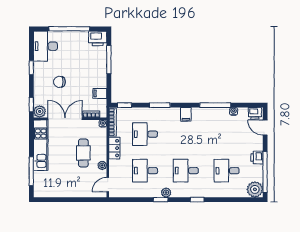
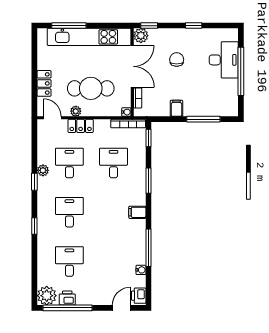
printer: (98, 38) -> (229, 106), removed
desk: (45, 46) -> (224, 60), moved, turned 90
filing cabinet: (100, 93) -> (176, 108), moved
kitchen unit: (41, 145) -> (89, 37), width x1.36
locker: (114, 148) -> (81, 126), moved
cafe table: (83, 153) -> (91, 88), width x1.37, depth x1.35
printer: (257, 157) -> (67, 298), moved
locker: (79, 192) -> (44, 83), added
plant: (166, 193) -> (43, 170), moved

